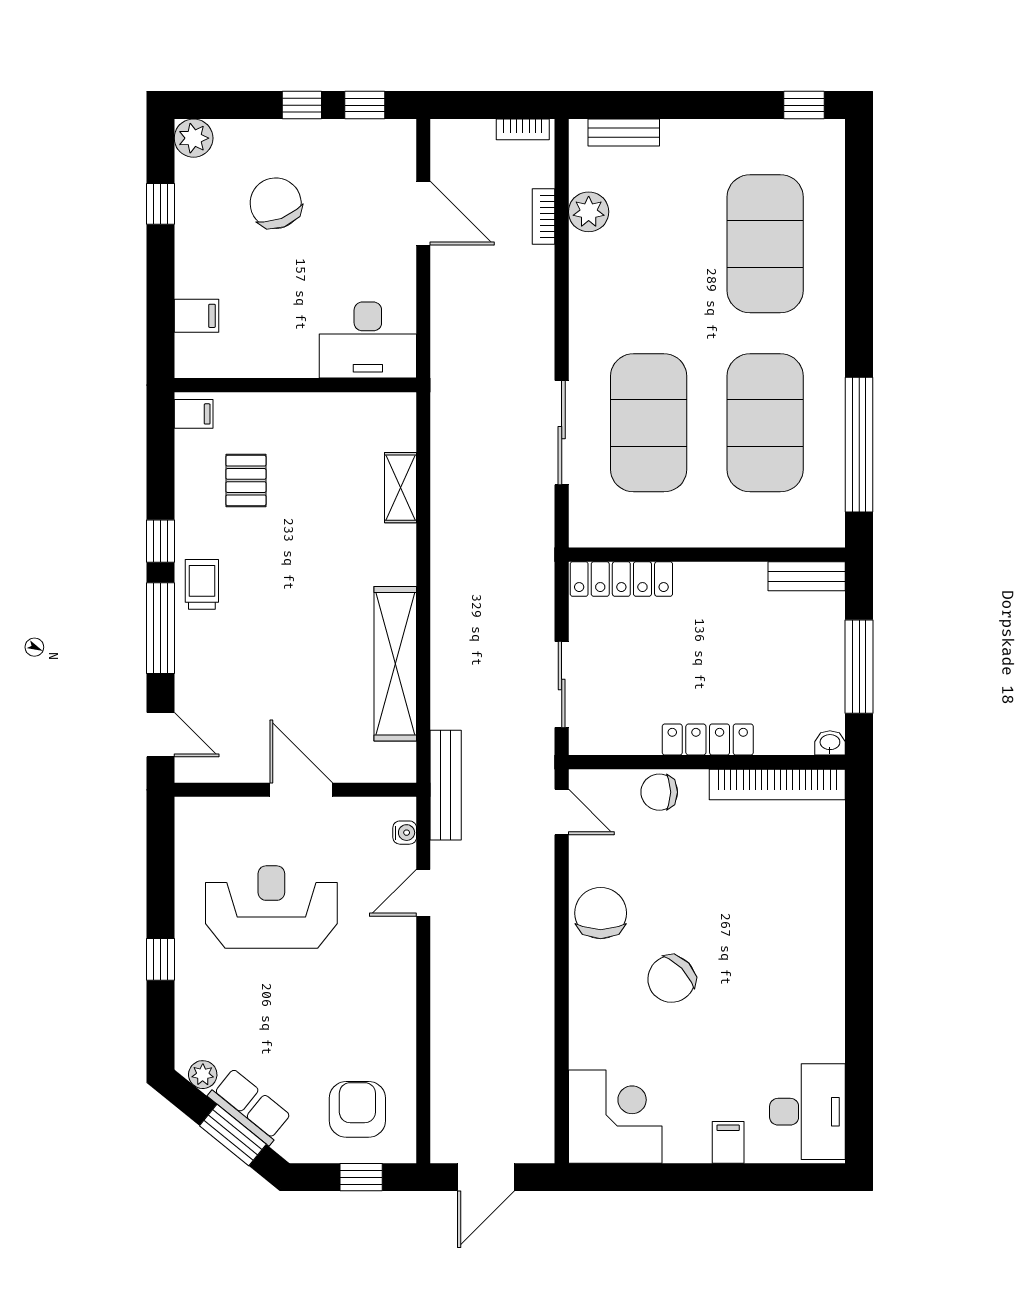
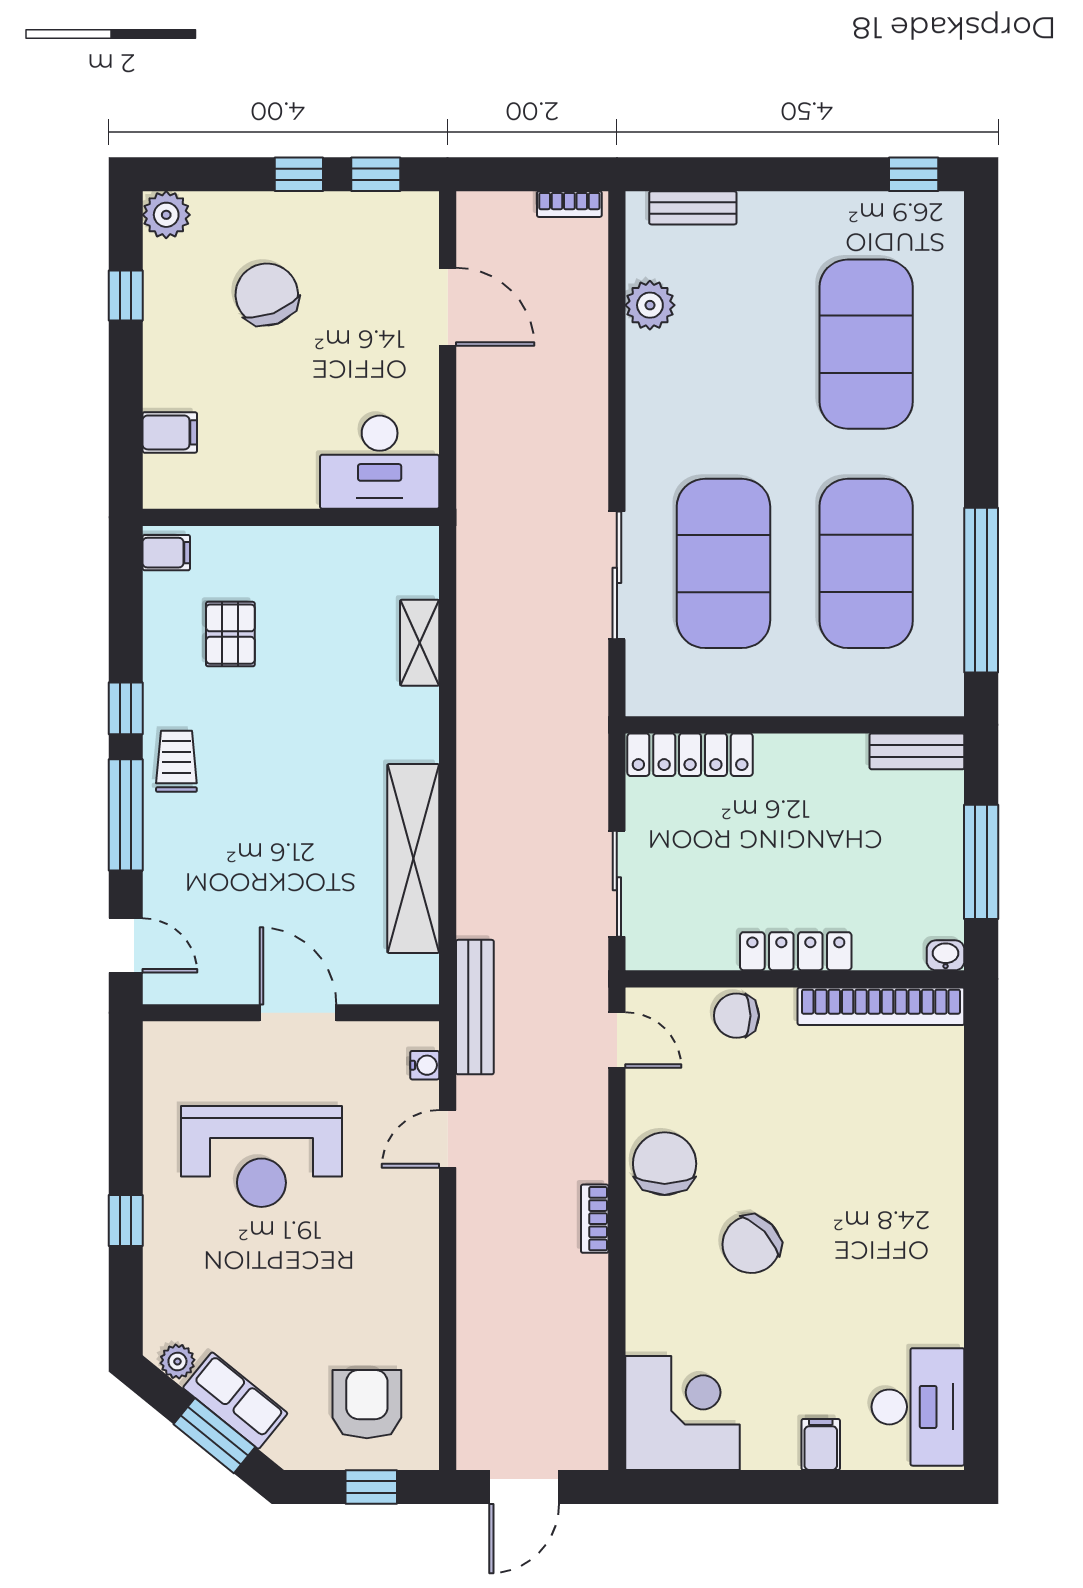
bookcase: (544, 217) -> (595, 1219), moved
reception desk: (271, 907) -> (261, 1156), turned 180

